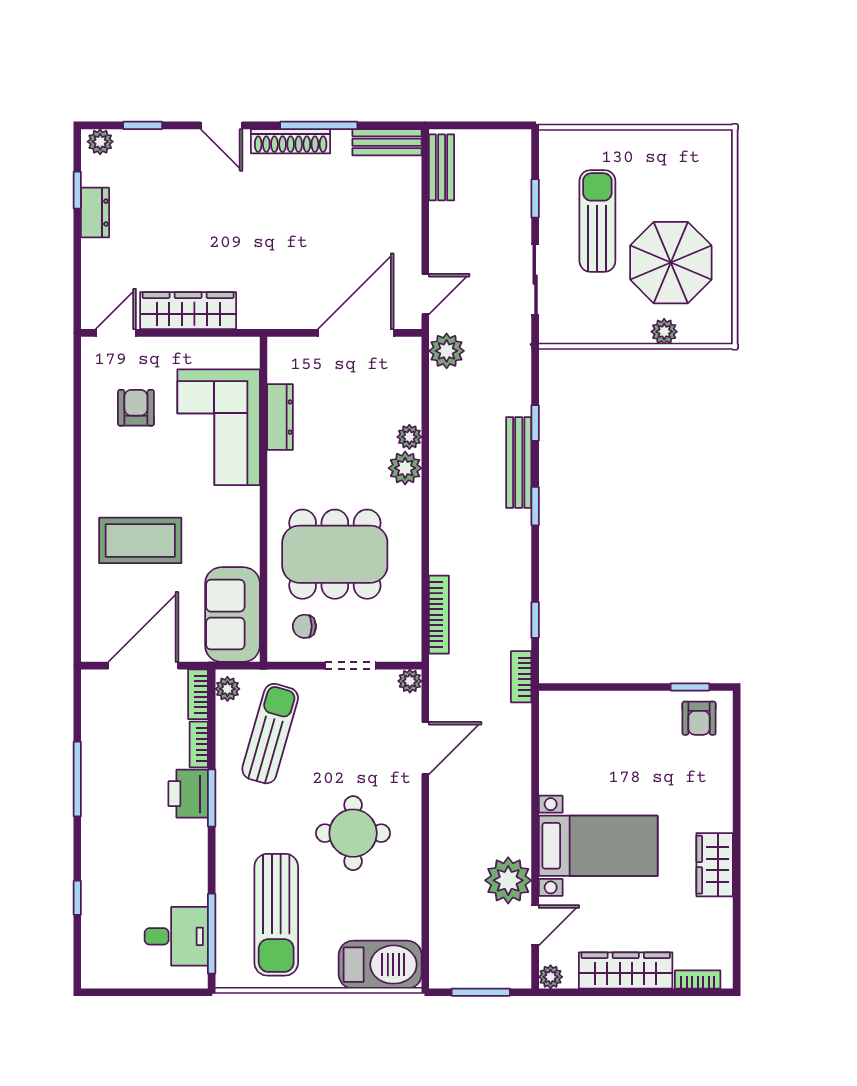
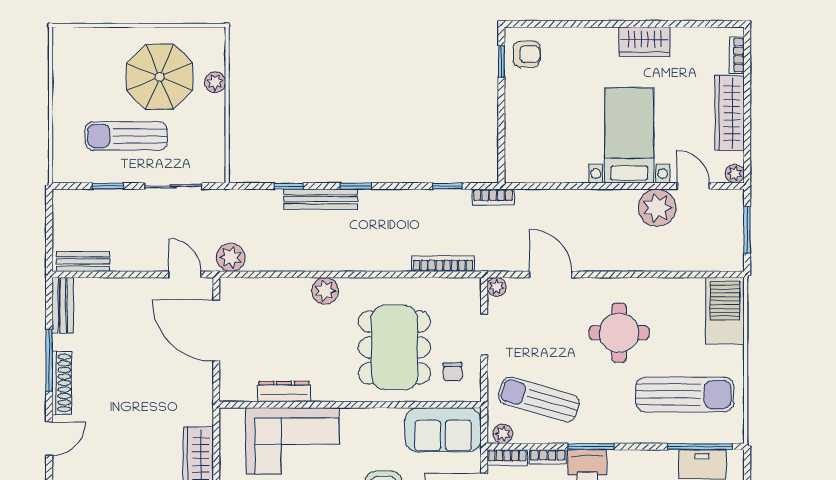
plant: (409, 437) -> (300, 287), removed

